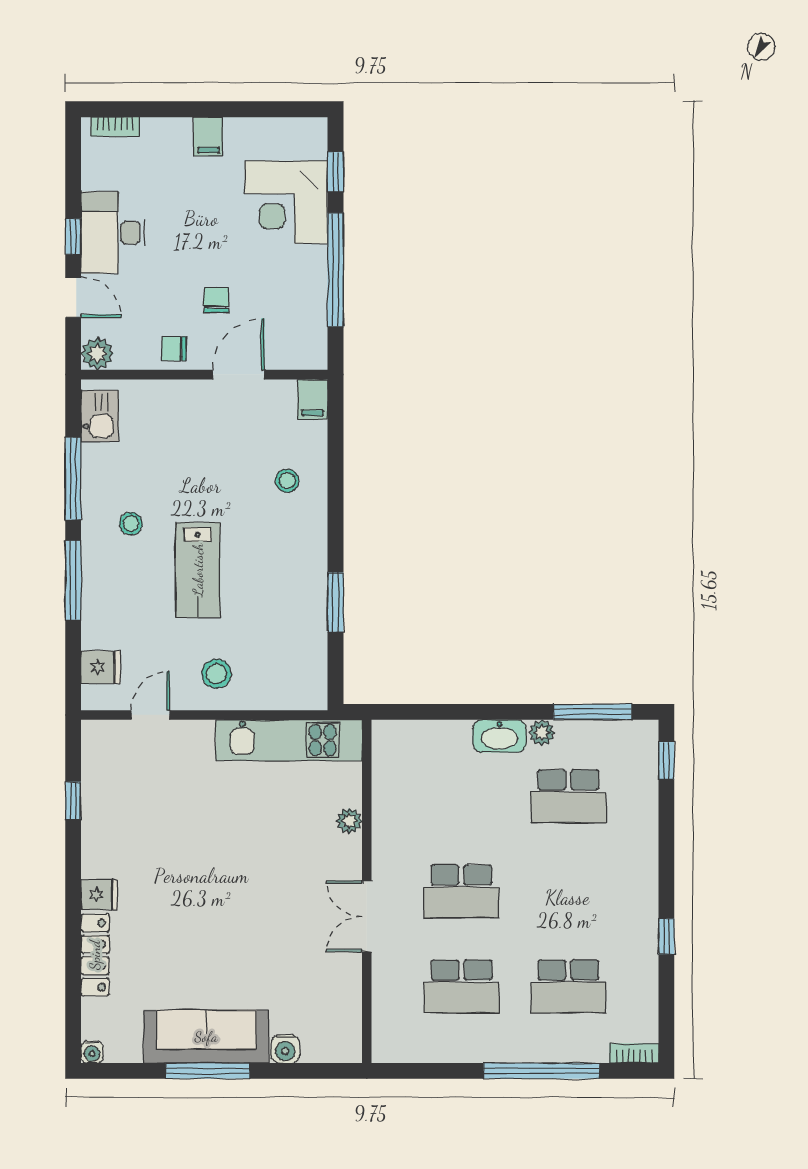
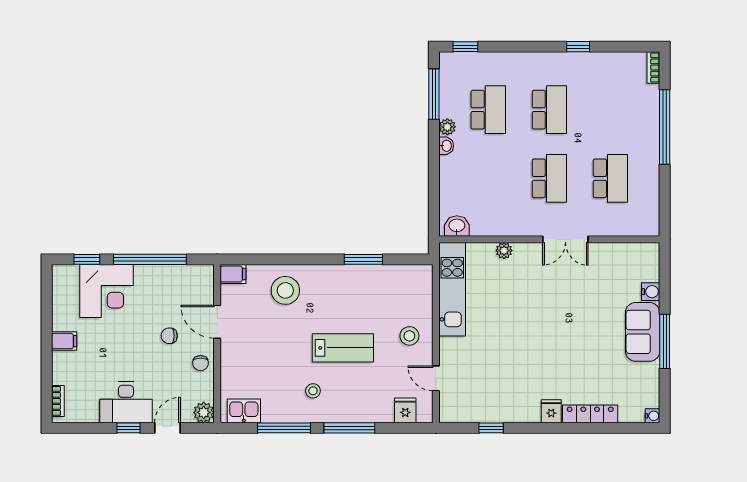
stool: (287, 481) -> (285, 290), width x1.89, depth x1.89
washbasin: (499, 736) -> (446, 146), width x0.52, depth x0.69
washbasin: (387, 747) -> (457, 226), added
school desk: (568, 986) -> (549, 110), moved
sofa: (206, 1037) -> (643, 332), width x0.73

